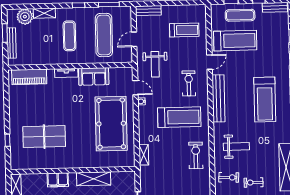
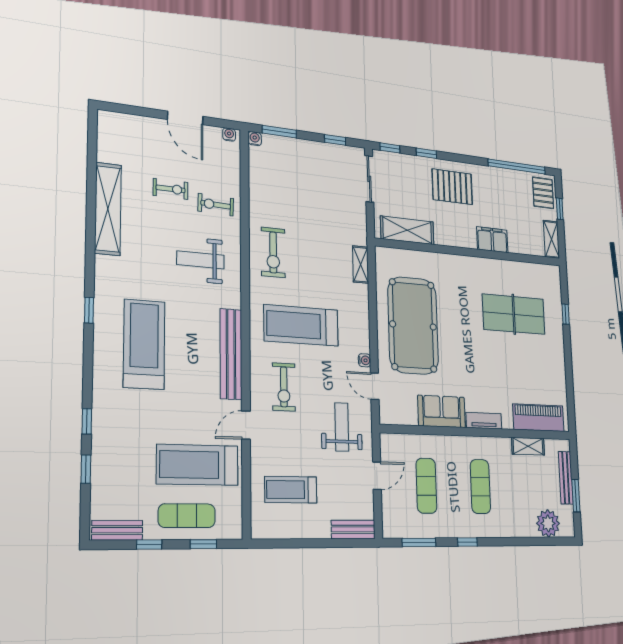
shelving: (44, 13) -> (528, 446), moved
exercise mat: (104, 35) -> (426, 486), width x0.73, depth x0.69
shelving: (94, 179) -> (407, 230), moved

